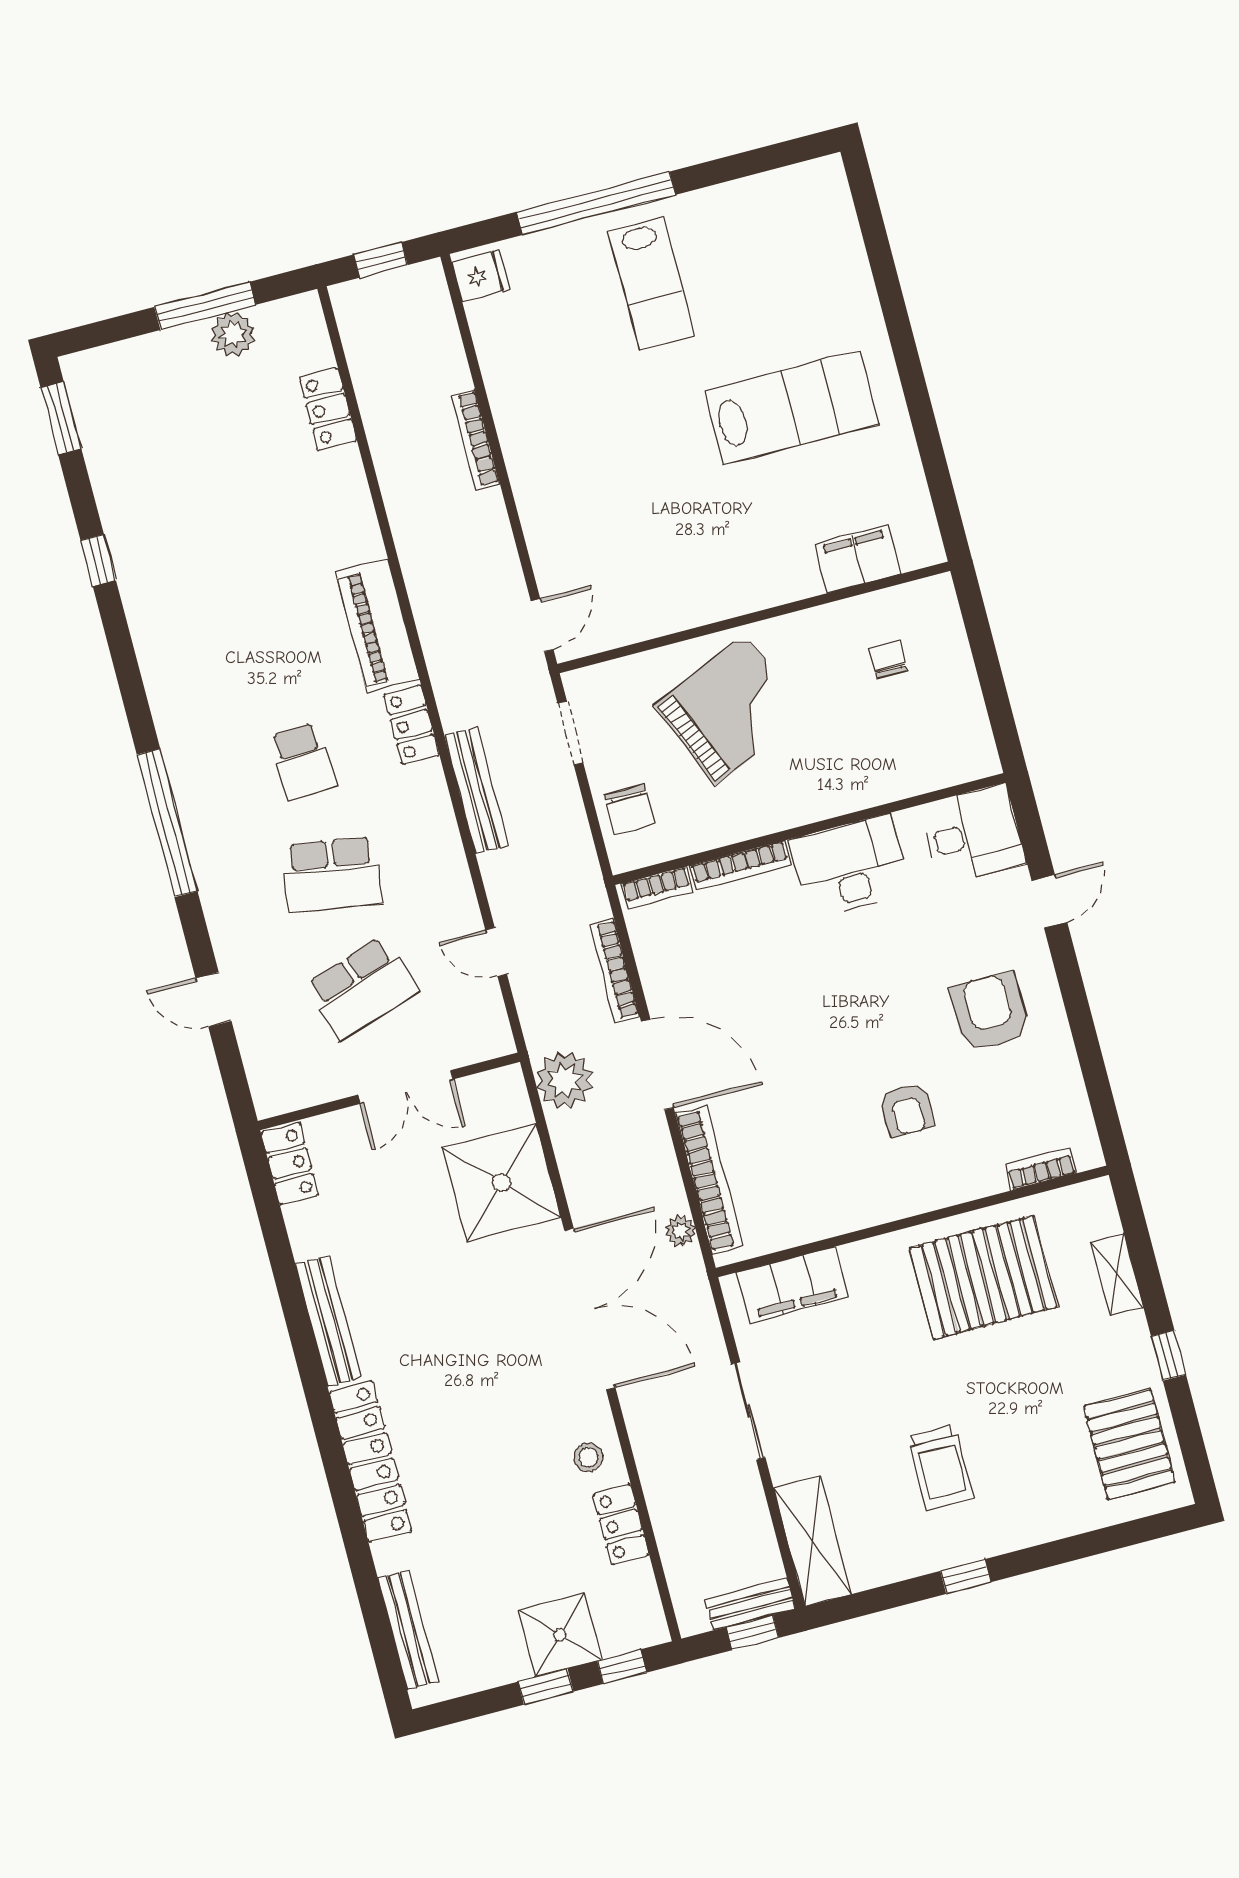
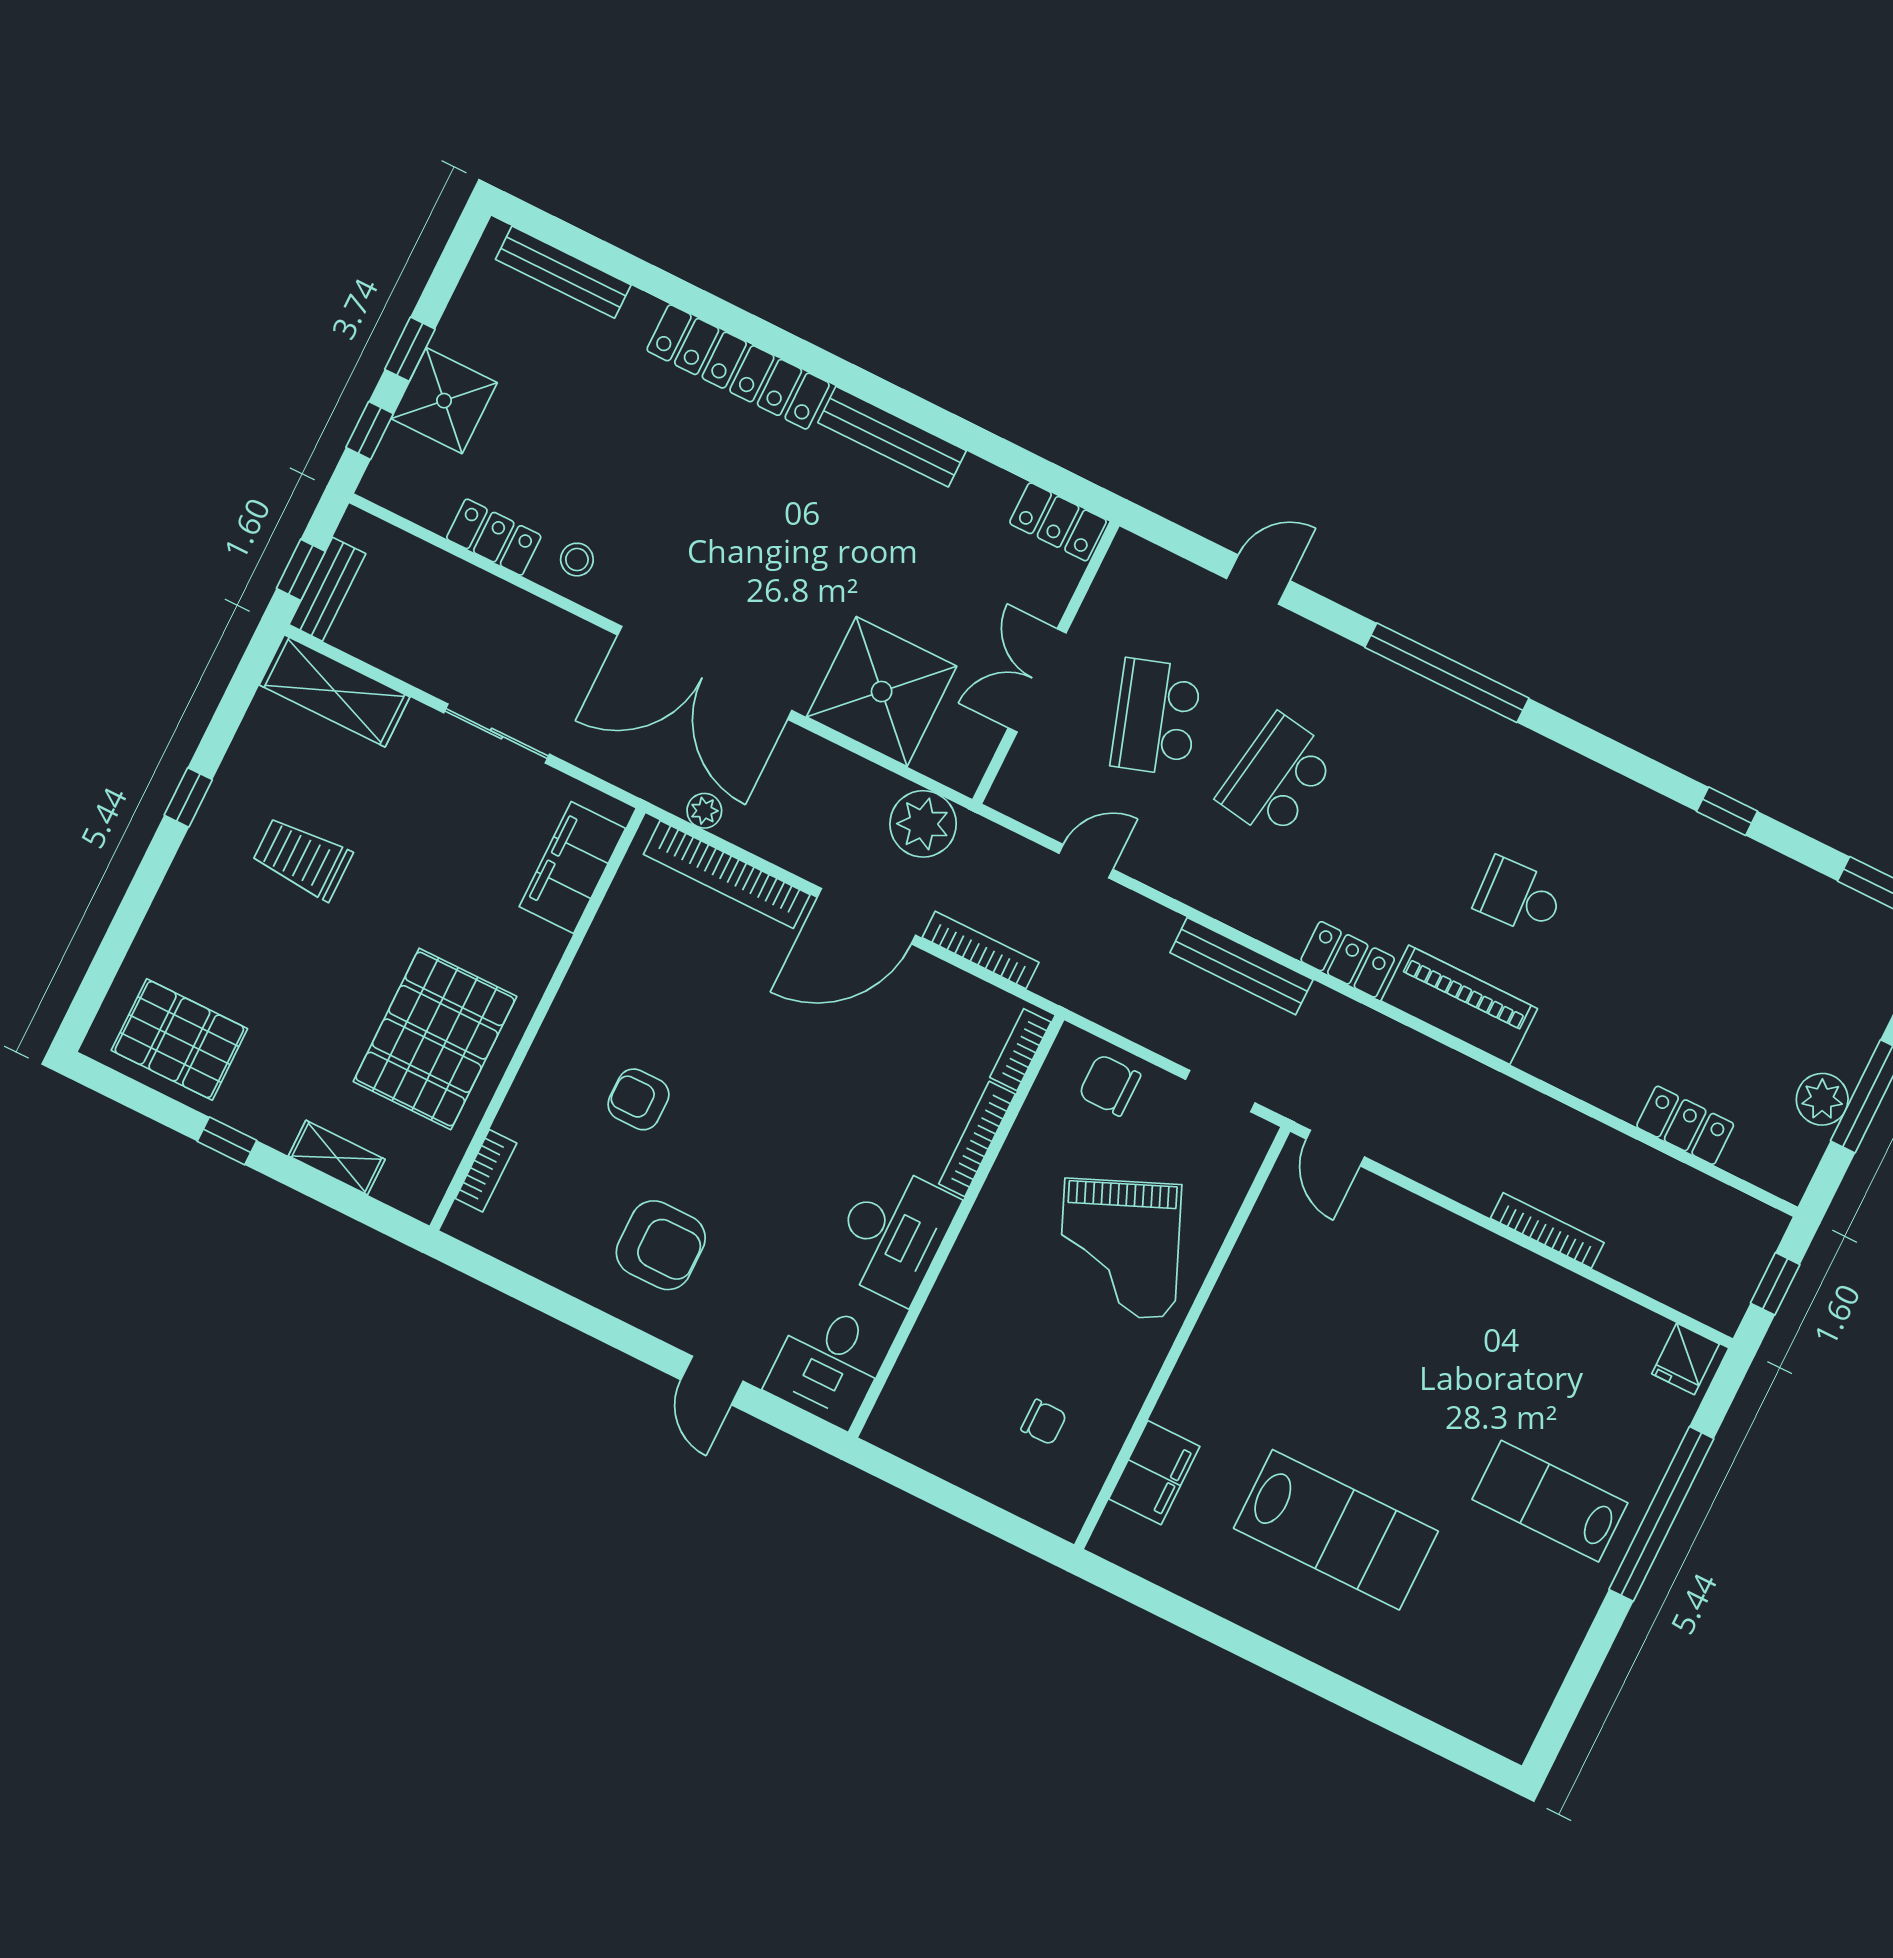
lab bench: (792, 408) -> (1336, 1530), turned -90
school desk: (302, 761) -> (1519, 896), moved

